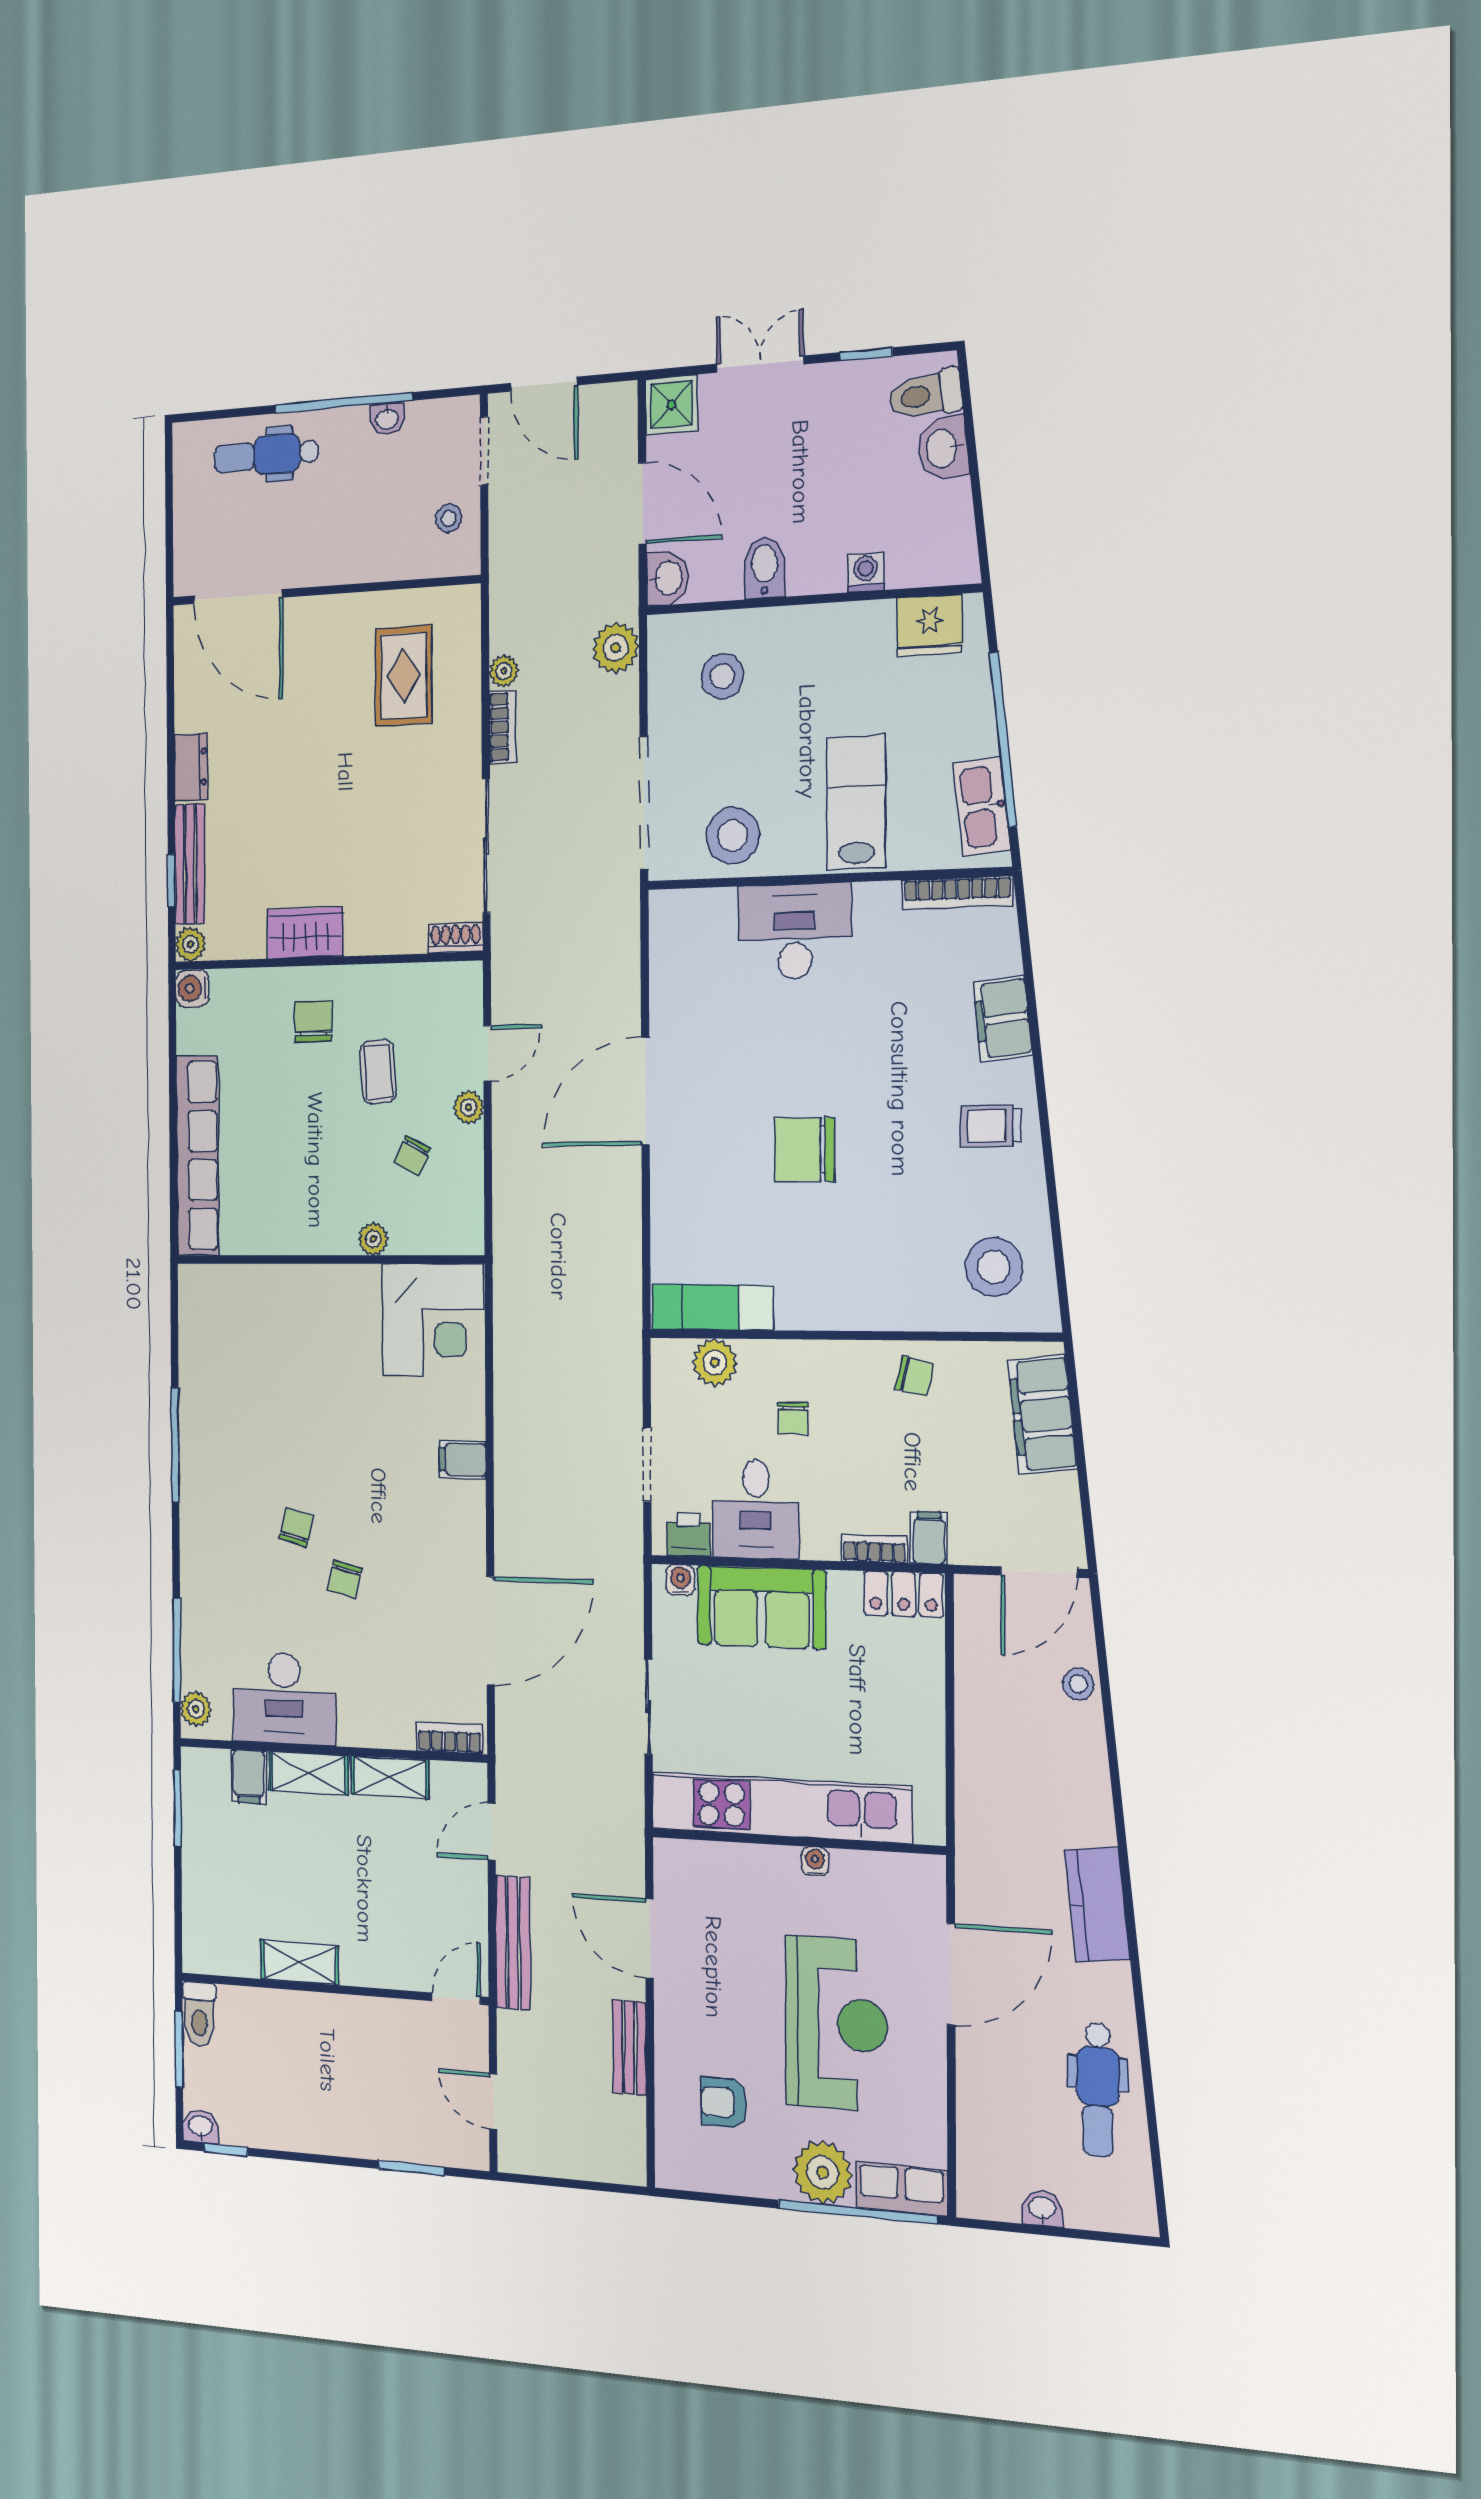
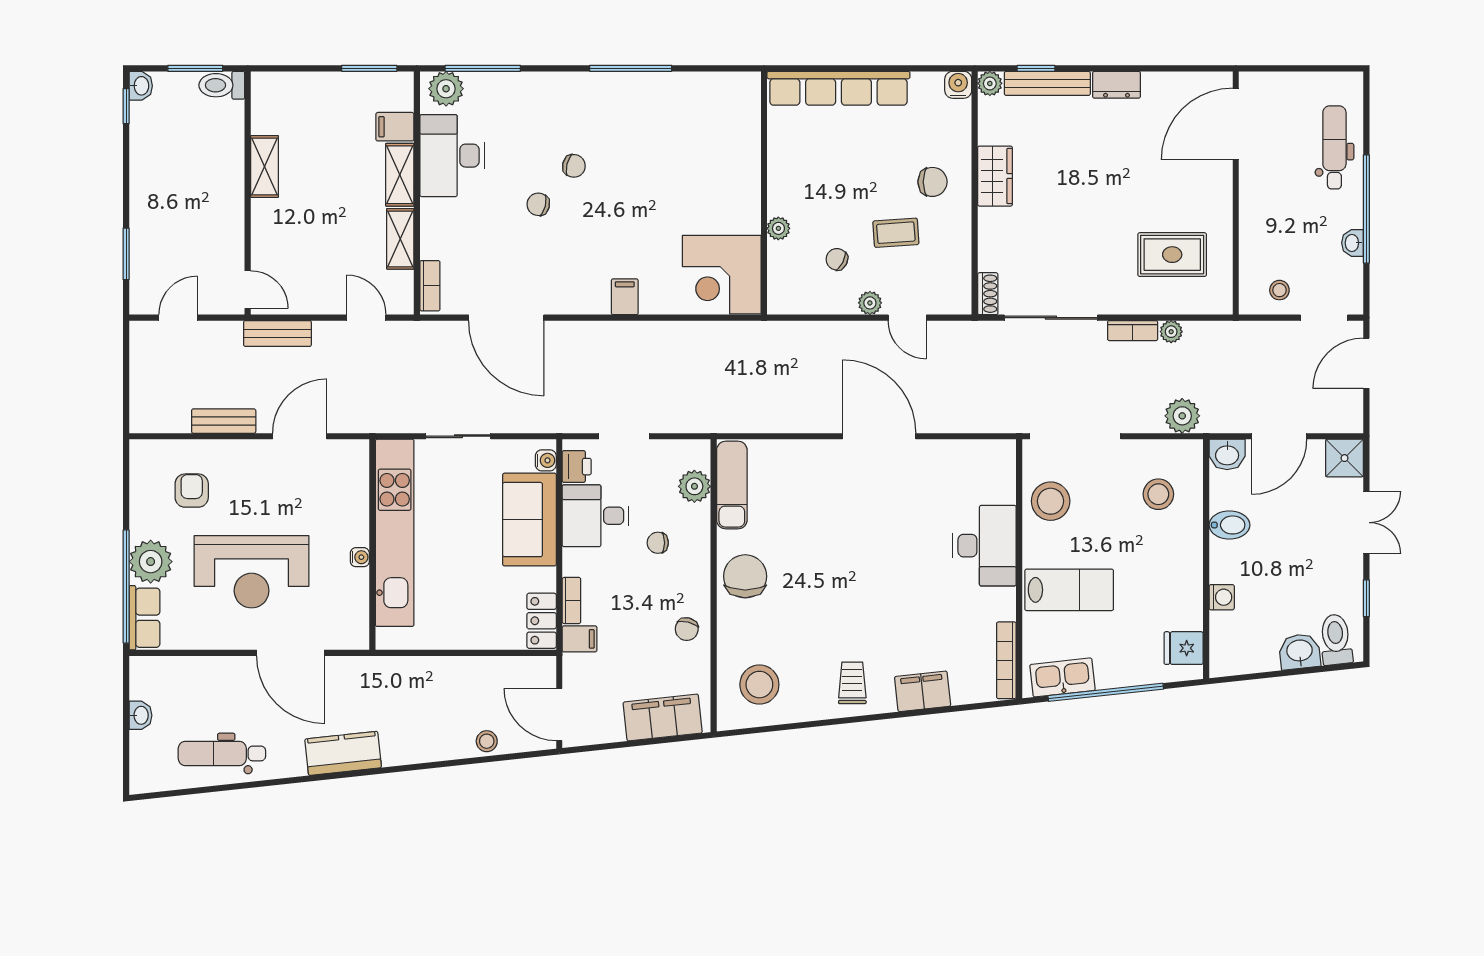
fridge: (930, 625) -> (1184, 648), width x0.72
chair: (805, 1150) -> (745, 576), moved
plant: (196, 1709) -> (446, 89), width x1.38, depth x1.38
bench: (513, 1943) -> (277, 333), width x0.73

